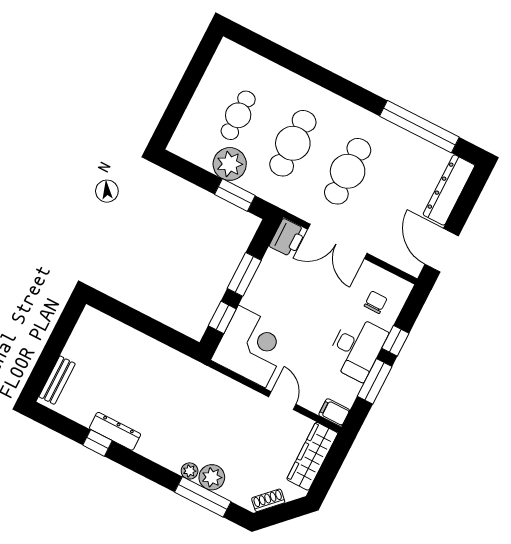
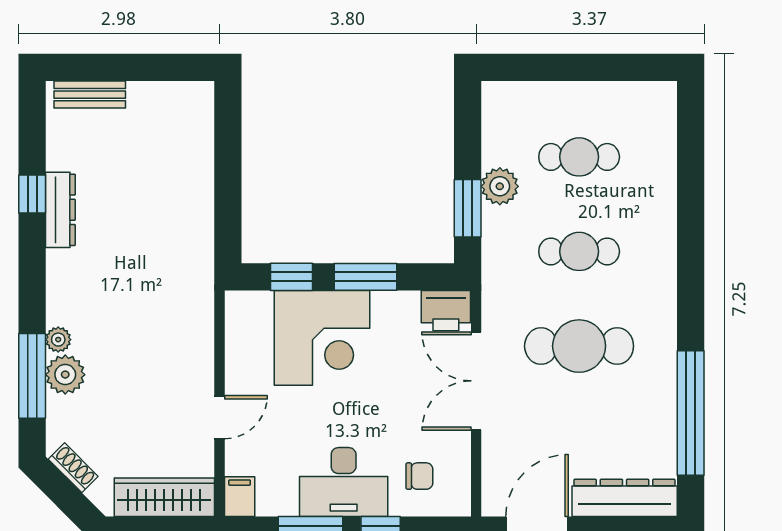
cafe table: (293, 143) -> (579, 251), width x0.73, depth x0.74
plant: (230, 164) -> (500, 186), width x0.73, depth x0.73
corner desk: (252, 347) -> (322, 338), moved

